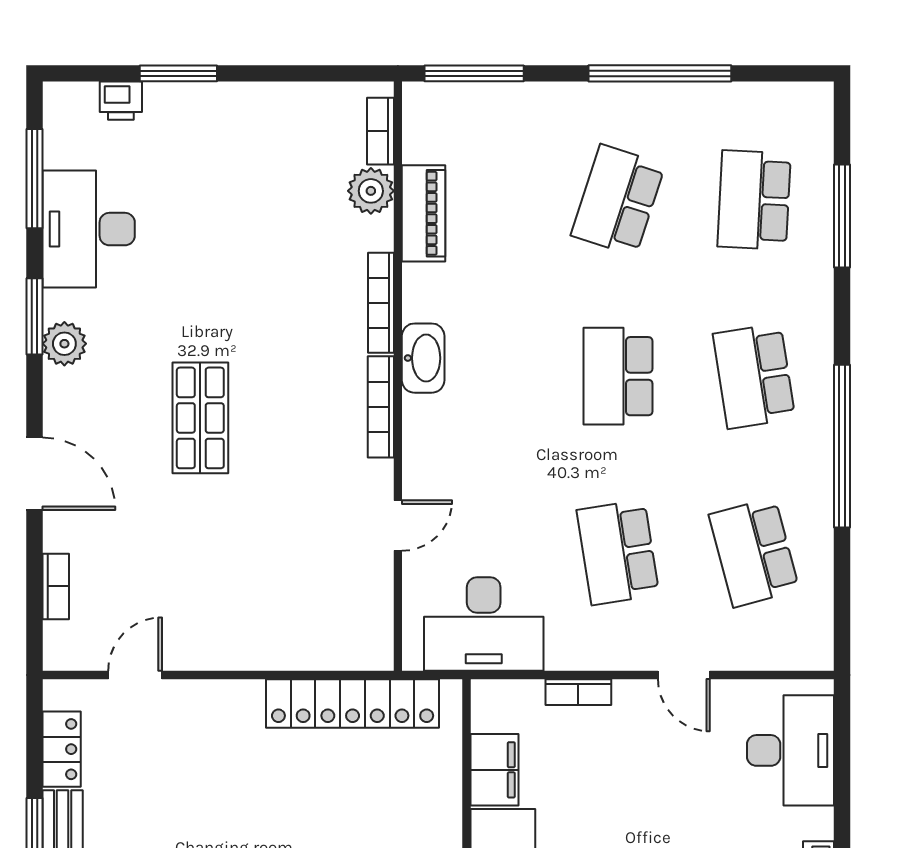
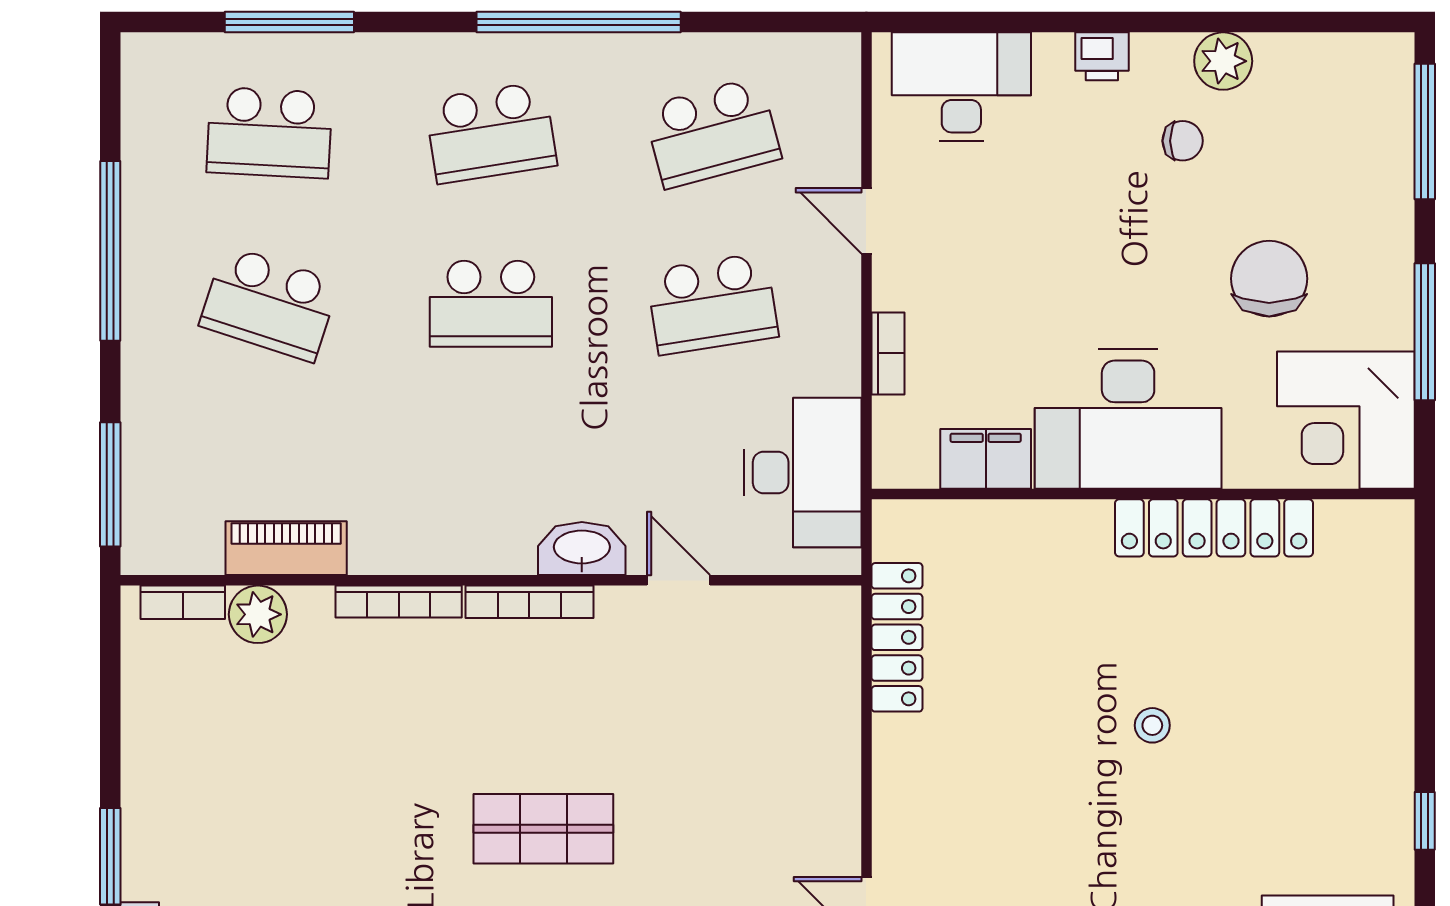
washbasin: (423, 358) -> (582, 549), moved
door: (684, 675) -> (866, 221), swing flipped
locker: (353, 703) -> (897, 637), width x0.71, depth x0.83

